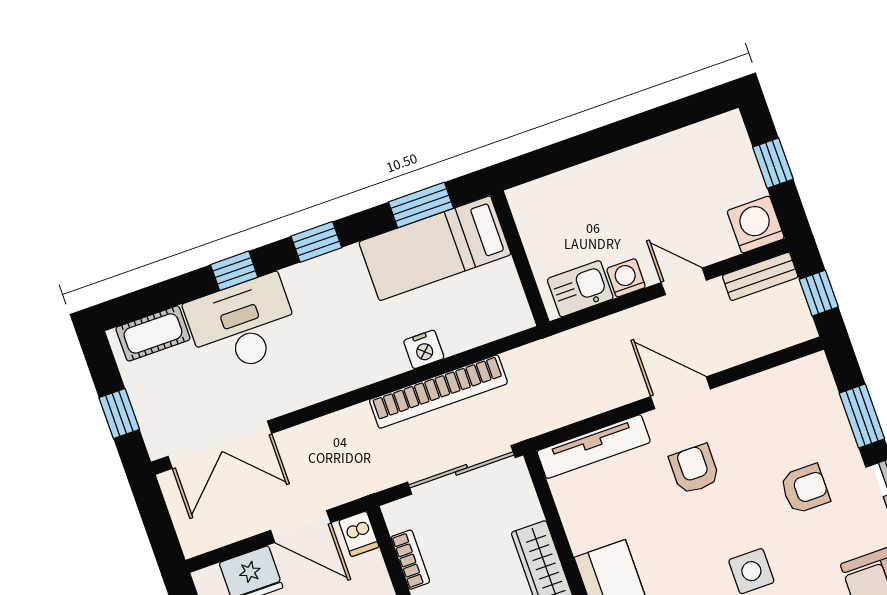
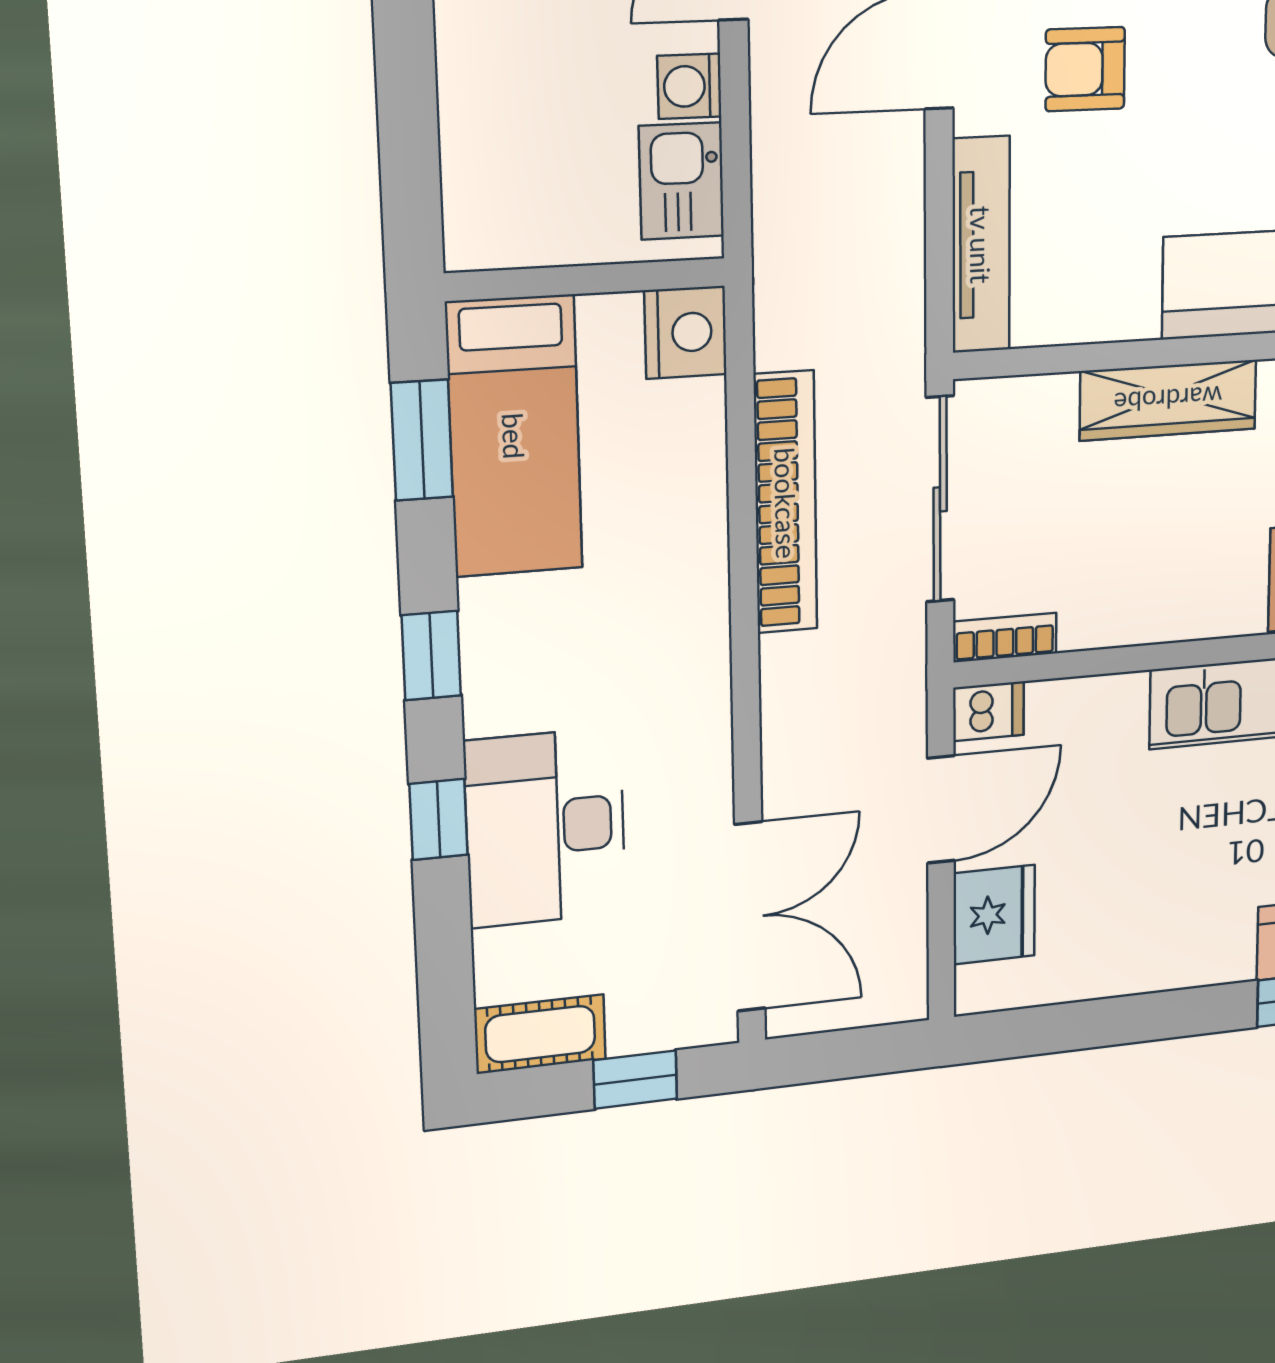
cot: (153, 333) -> (540, 1034), moved, turned 90
nightstand: (424, 349) -> (685, 332), moved, width x1.36, depth x1.33
bookcase: (410, 560) -> (1005, 637), moved

